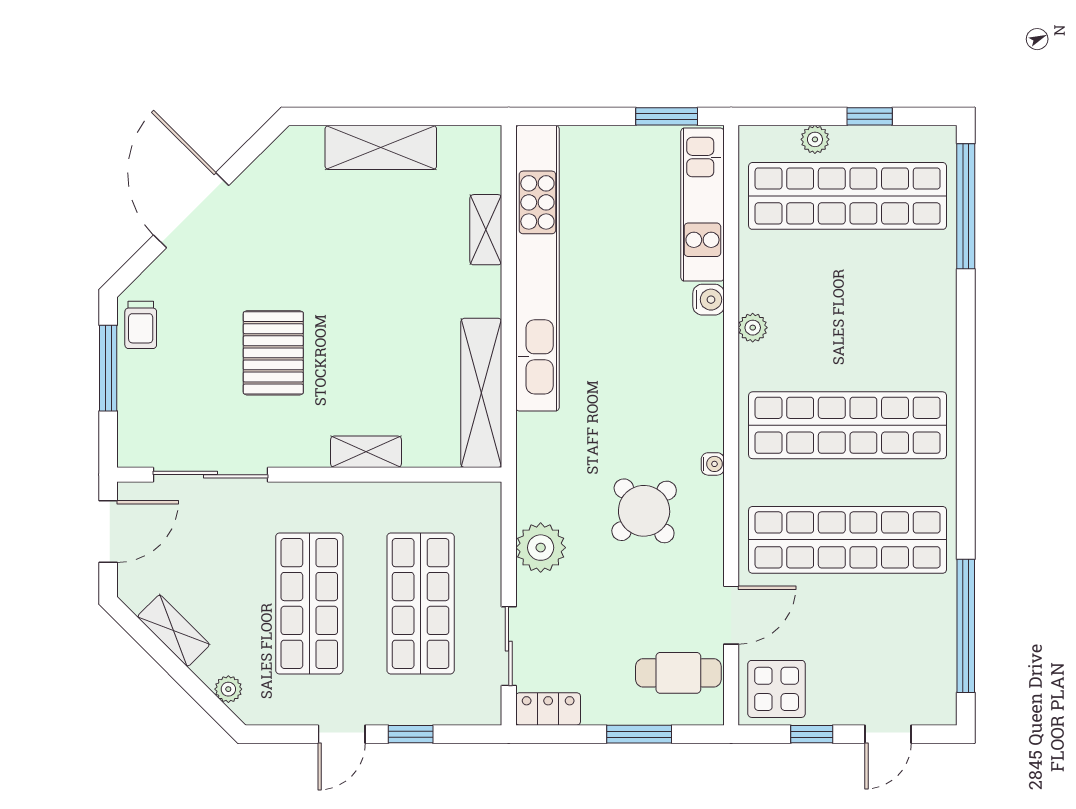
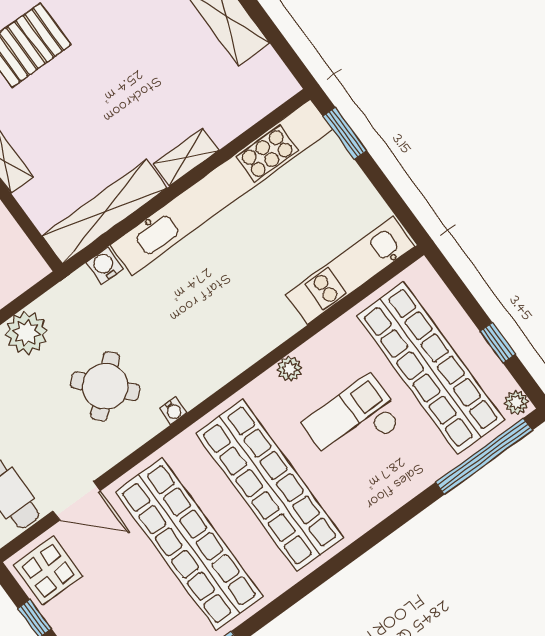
window: (667, 116) -> (345, 133), moved
plant: (815, 139) -> (516, 402), moved
shelving: (486, 230) -> (186, 157), moved
water cooler: (708, 300) -> (105, 266), moved, turned 180
checkout: (845, 304) -> (353, 422), added

